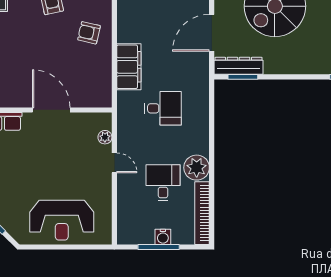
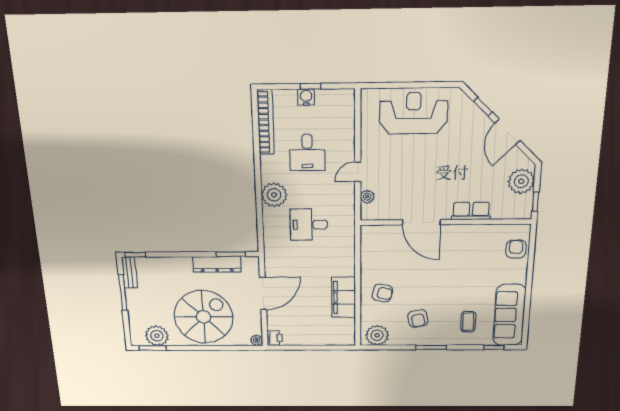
dresser: (239, 66) -> (217, 264), moved
filing cabinet: (129, 67) -> (344, 297), moved
door: (114, 163) -> (358, 172), hinge flipped
plant: (197, 168) -> (274, 195), moved
window: (159, 247) -> (310, 86), width x0.46

